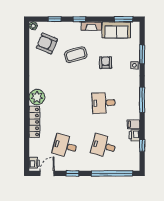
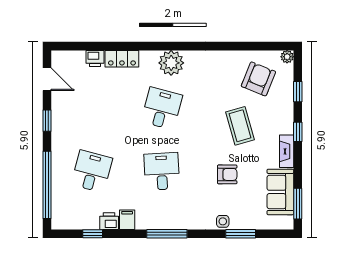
locker: (34, 122) -> (122, 59), width x0.66
desk: (65, 146) -> (162, 108), moved
printer: (34, 163) -> (95, 58), moved

